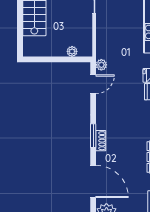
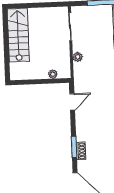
plant: (101, 65) -> (78, 57), moved

